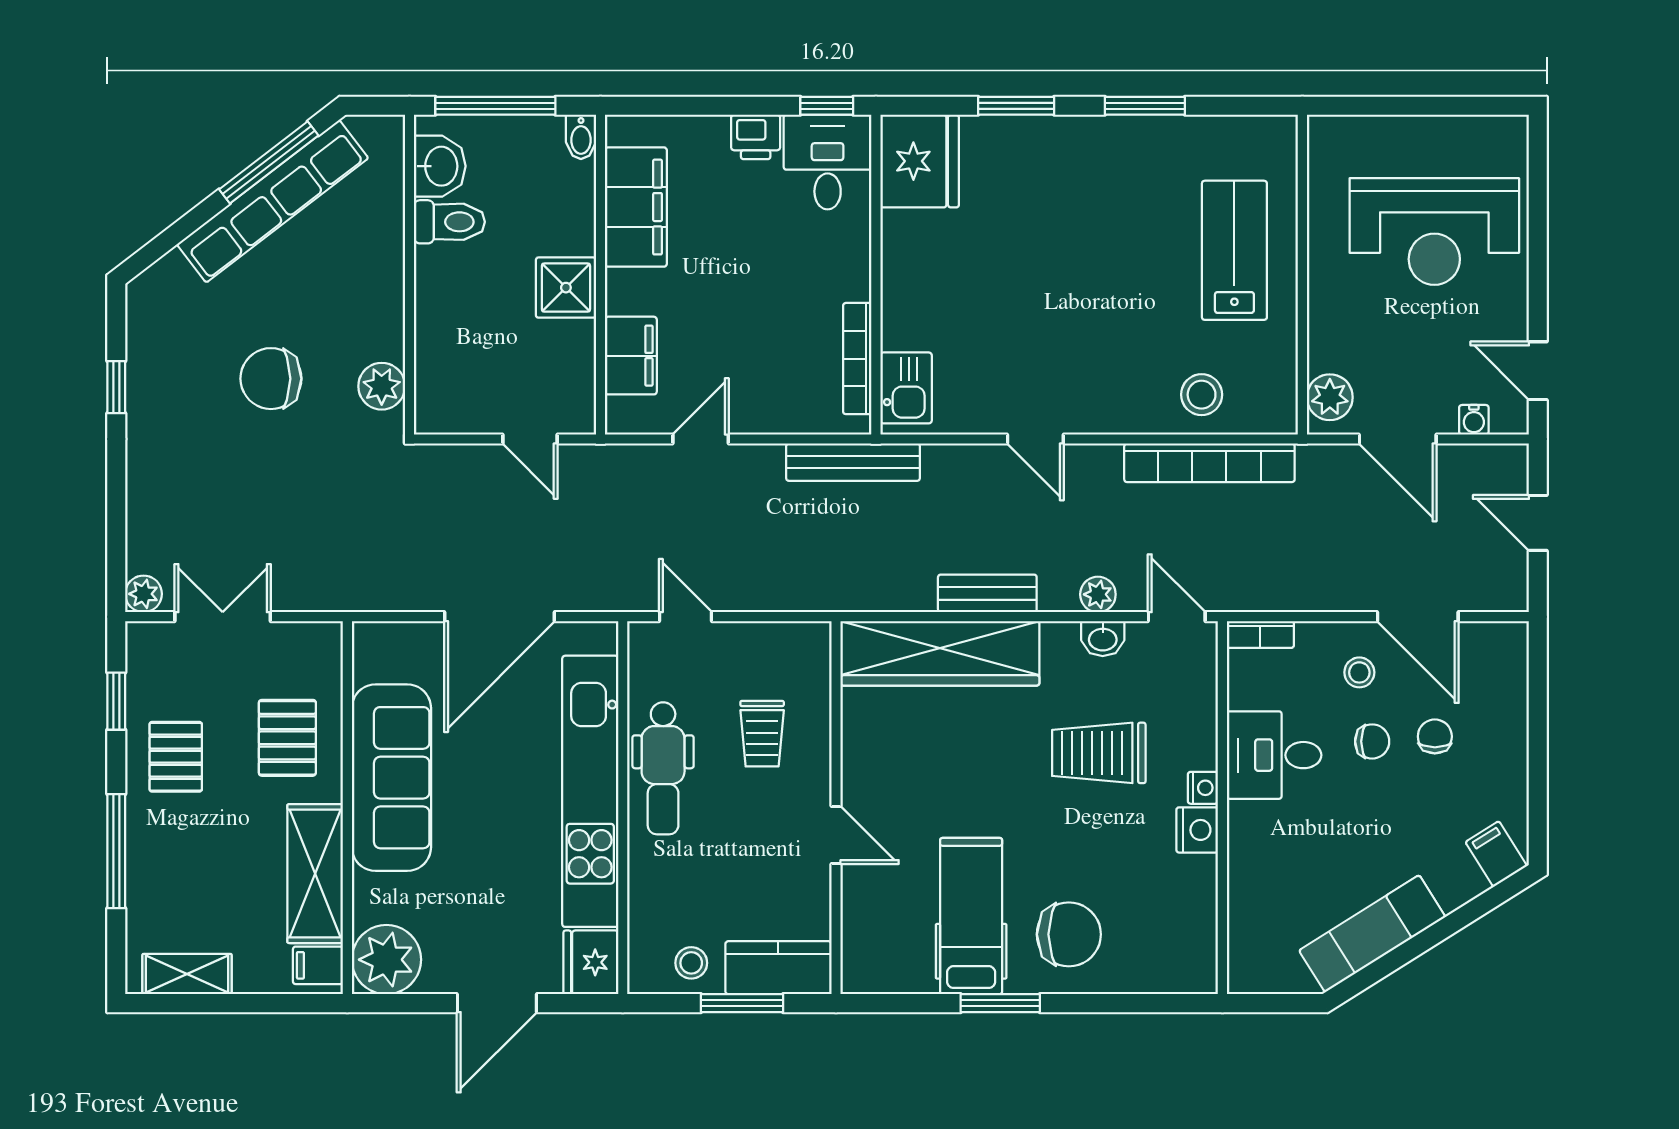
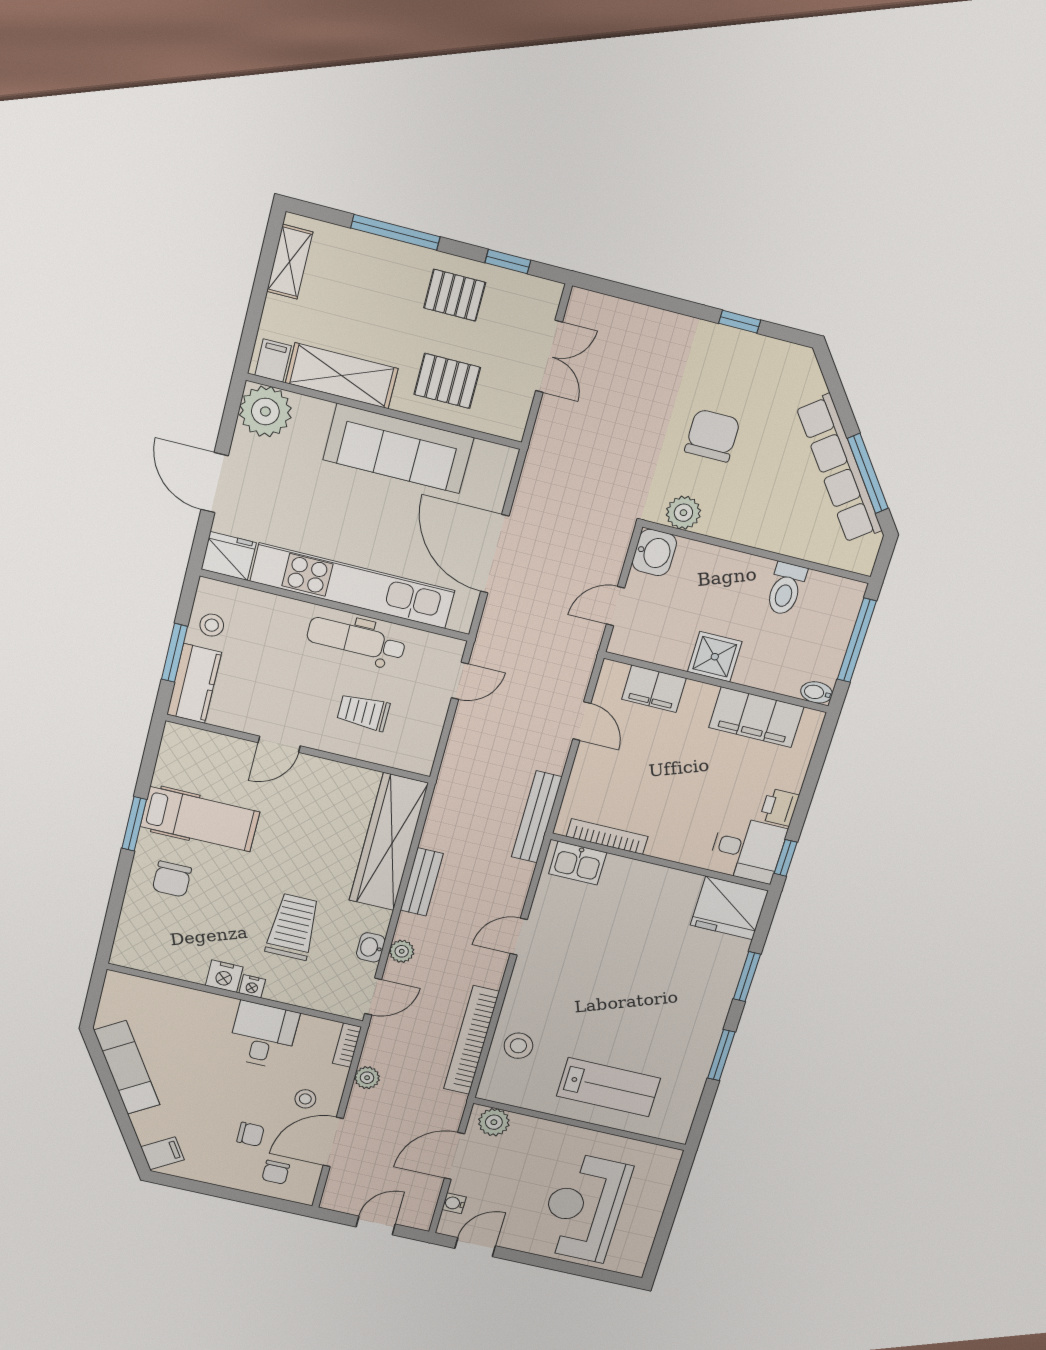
washbasin: (440, 166) -> (654, 552), moved, turned -90
plant: (144, 594) -> (367, 1078), moved
chair: (1372, 741) -> (276, 1172), moved
chair: (1069, 934) -> (172, 879), width x0.73, depth x0.73

